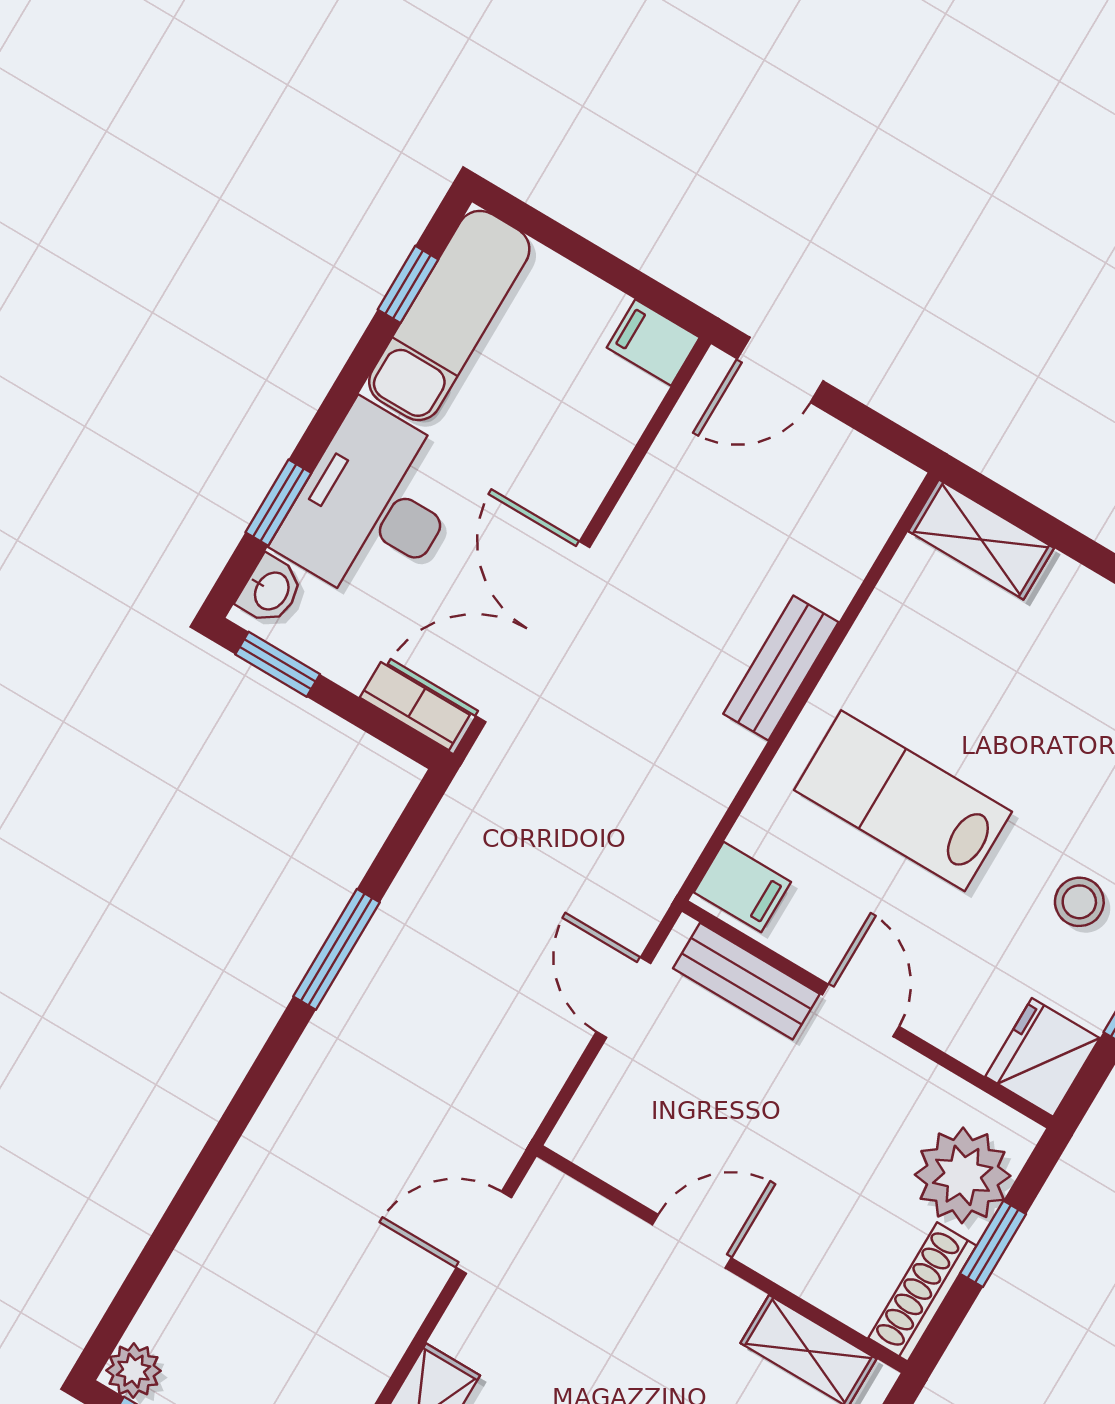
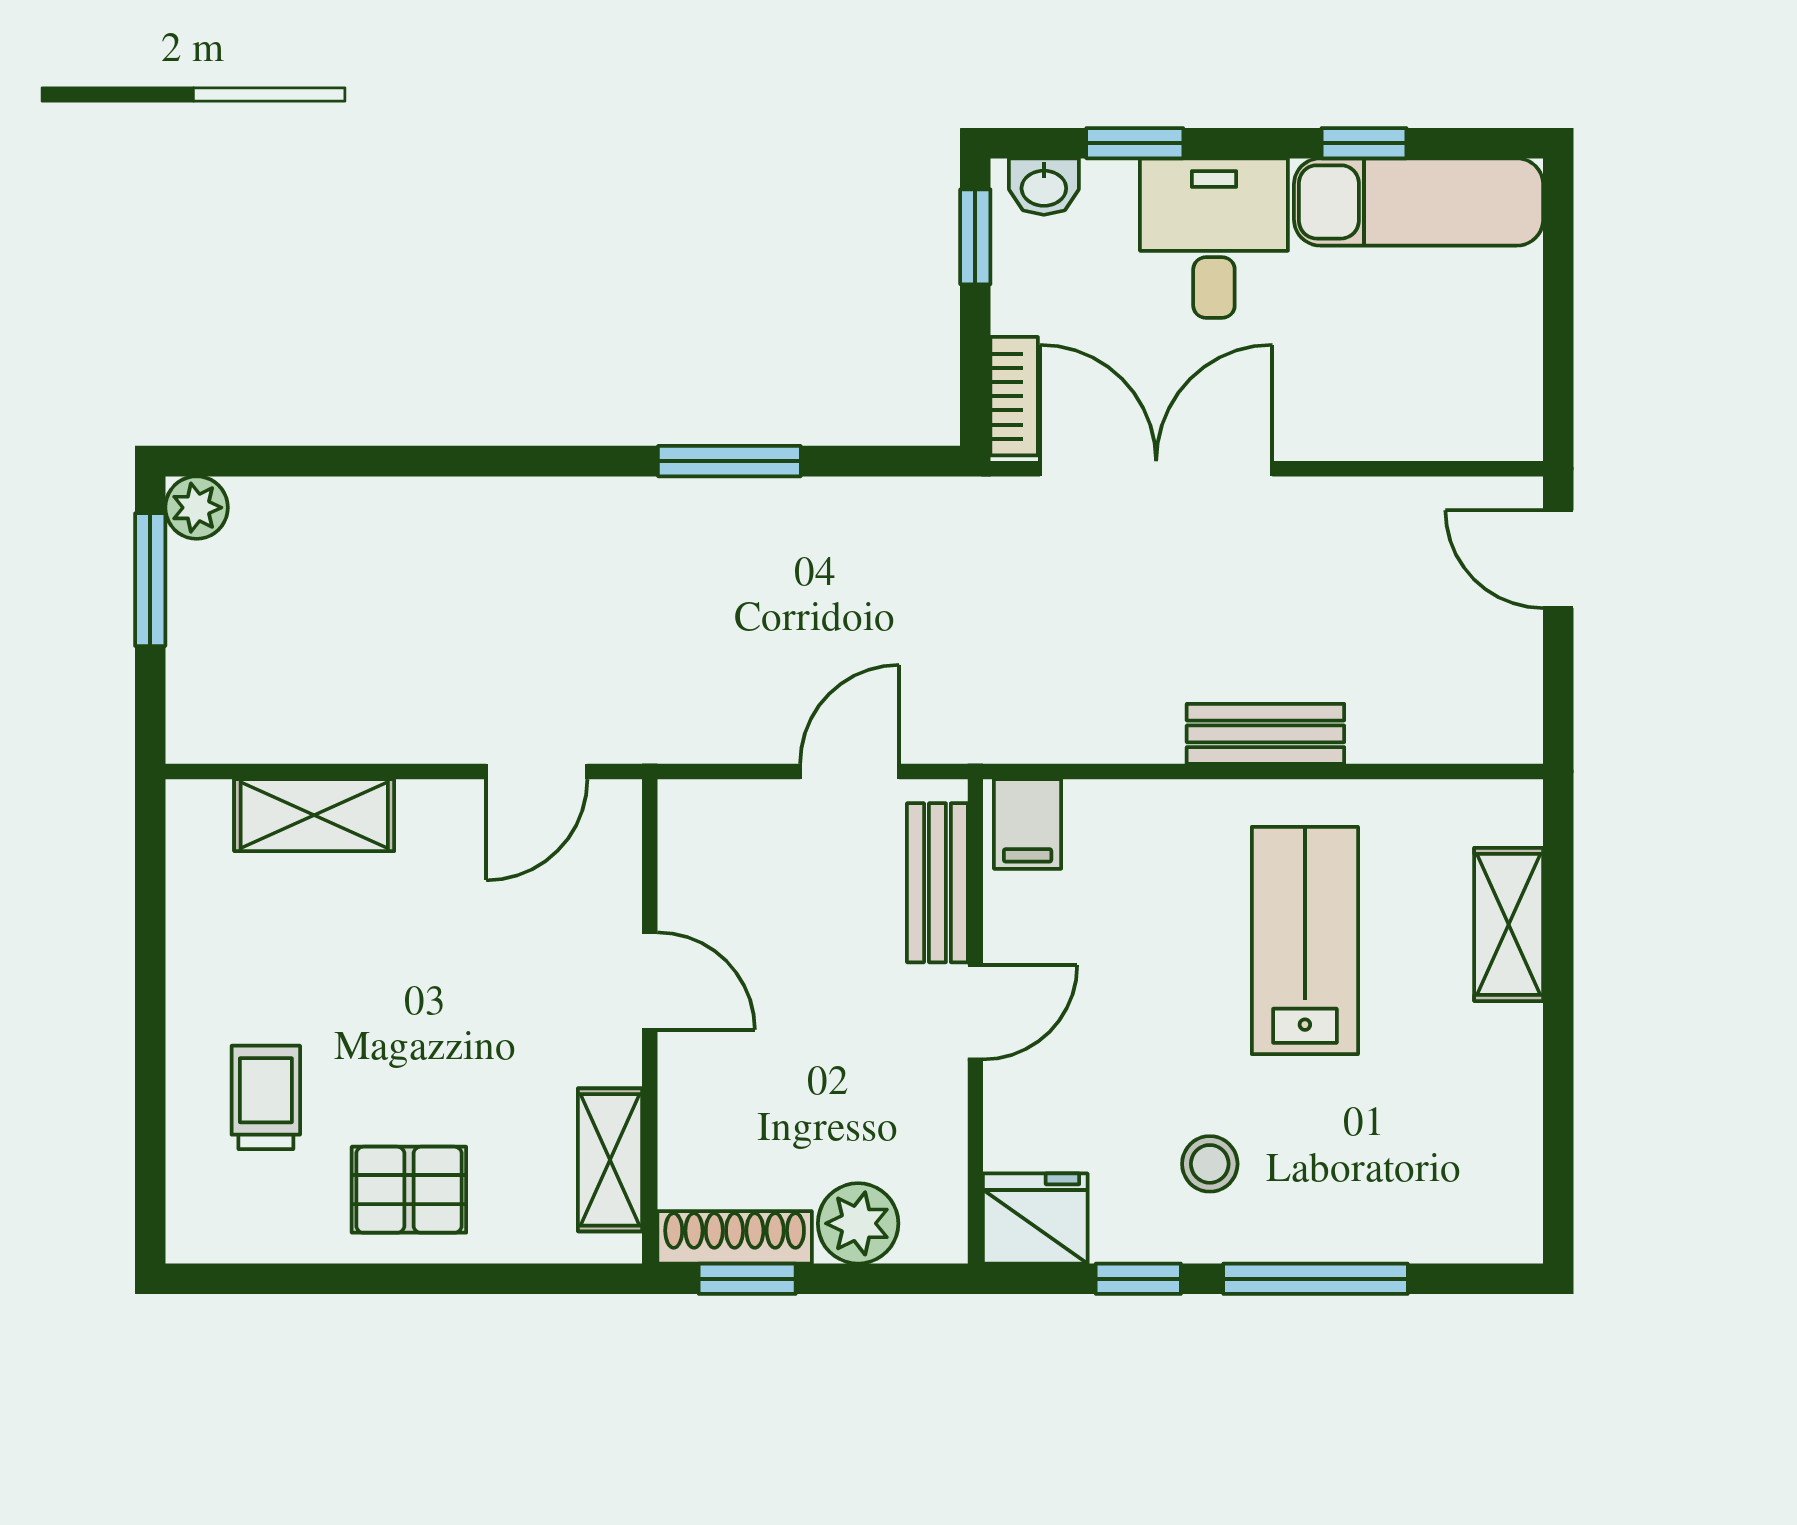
window: (408, 284) -> (1364, 143), moved
filing cabinet: (653, 342) -> (1511, 418), removed
desk: (373, 506) -> (1214, 238), width x0.73
shelving: (981, 540) -> (1509, 924), moved
lab bench: (903, 801) -> (1305, 940), moved
plant: (963, 1175) -> (858, 1223), width x0.73, depth x0.73
door: (484, 1233) -> (537, 772), swing flipped
window: (993, 1244) -> (747, 1279), moved

